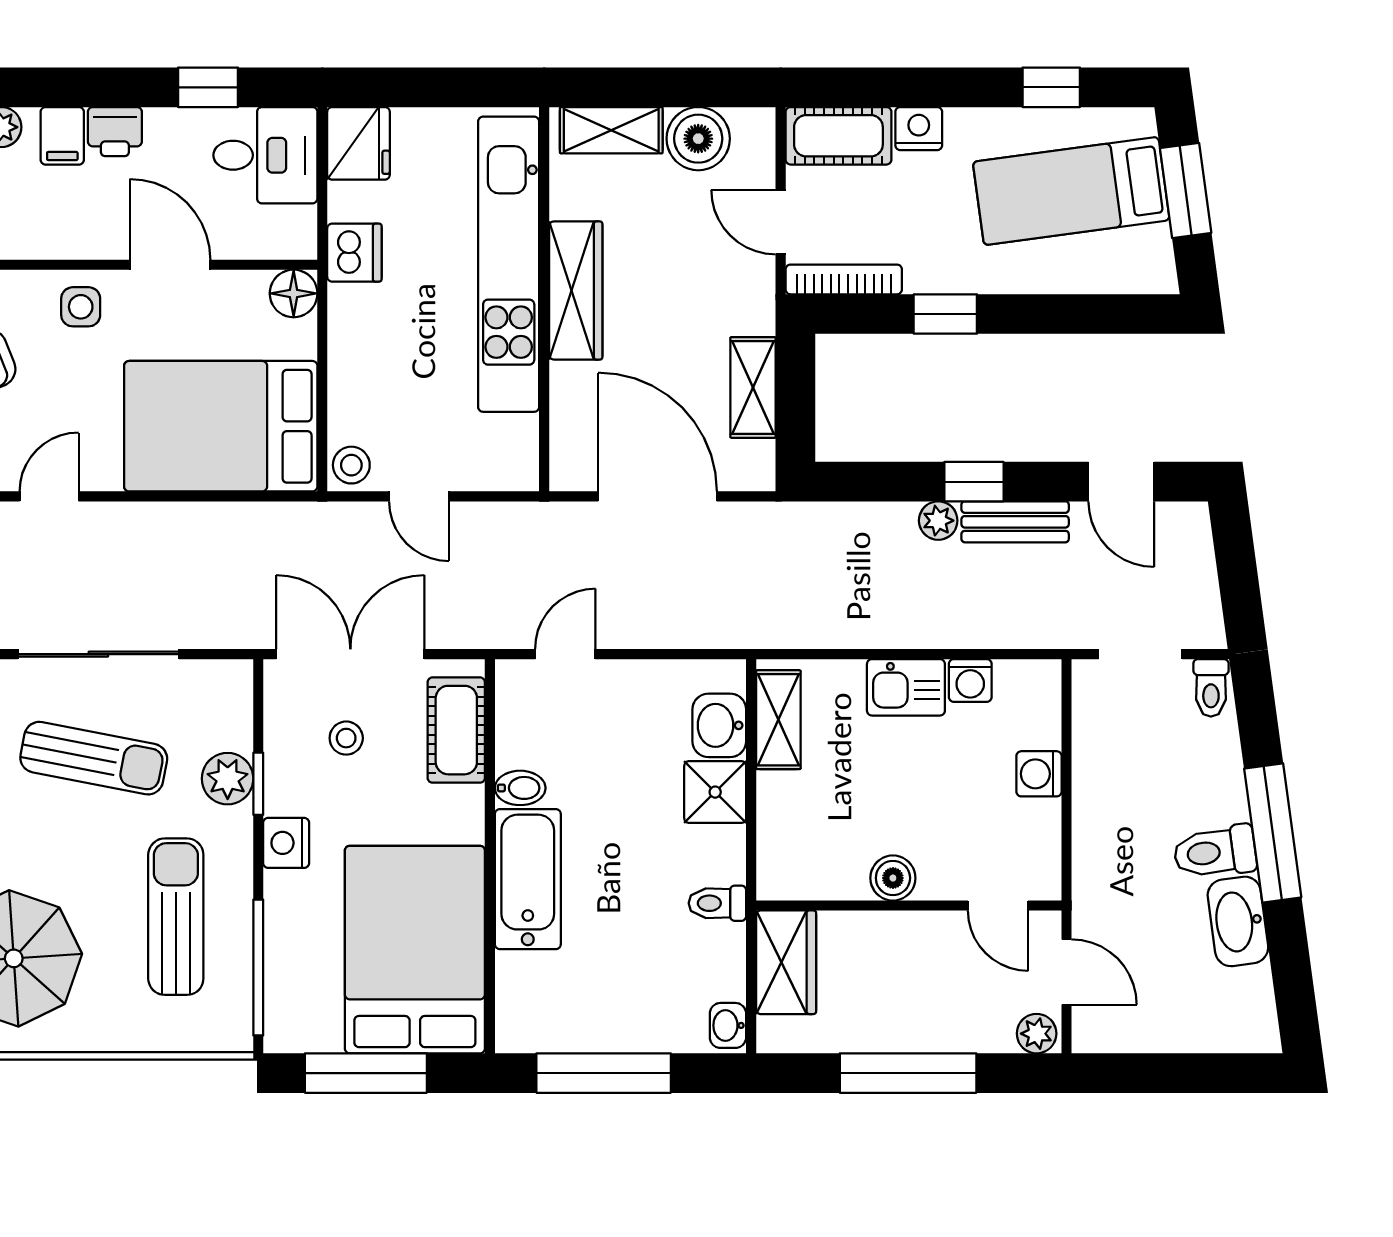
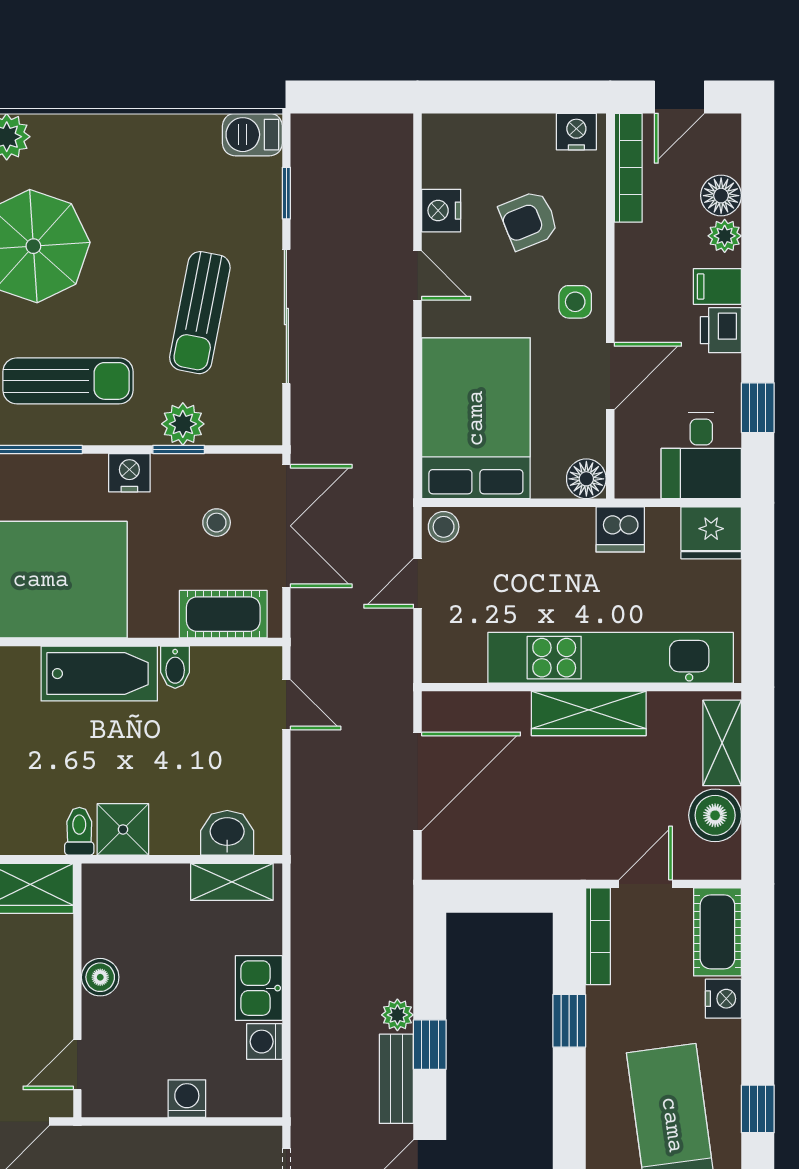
shelving: (753, 387) -> (508, 861), removed
shower: (715, 792) -> (123, 829), moved

